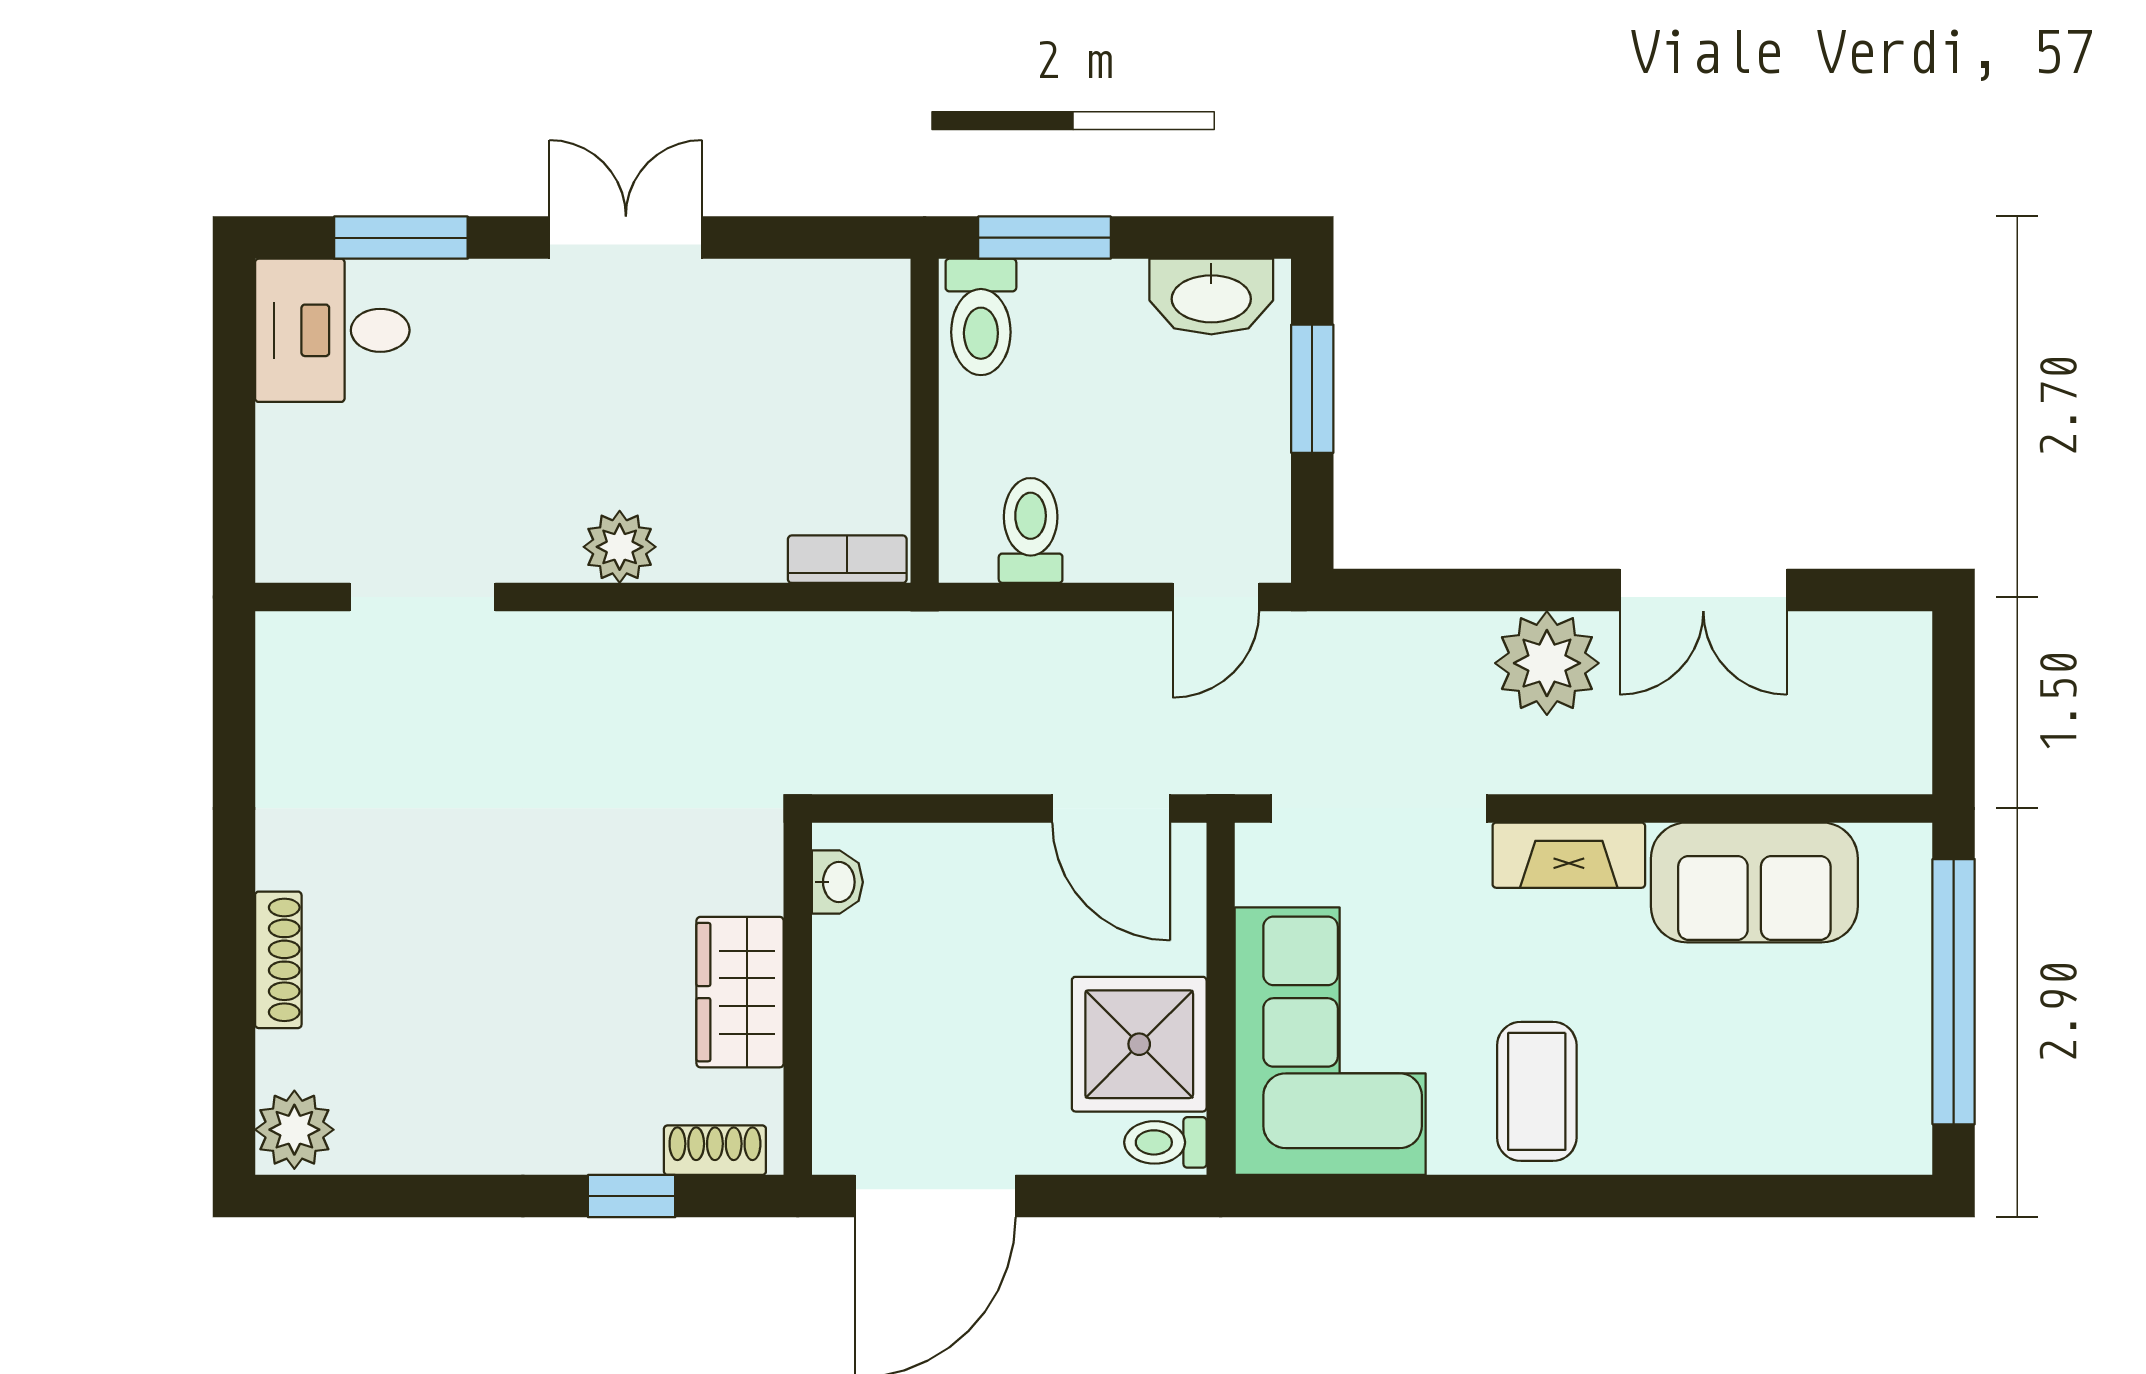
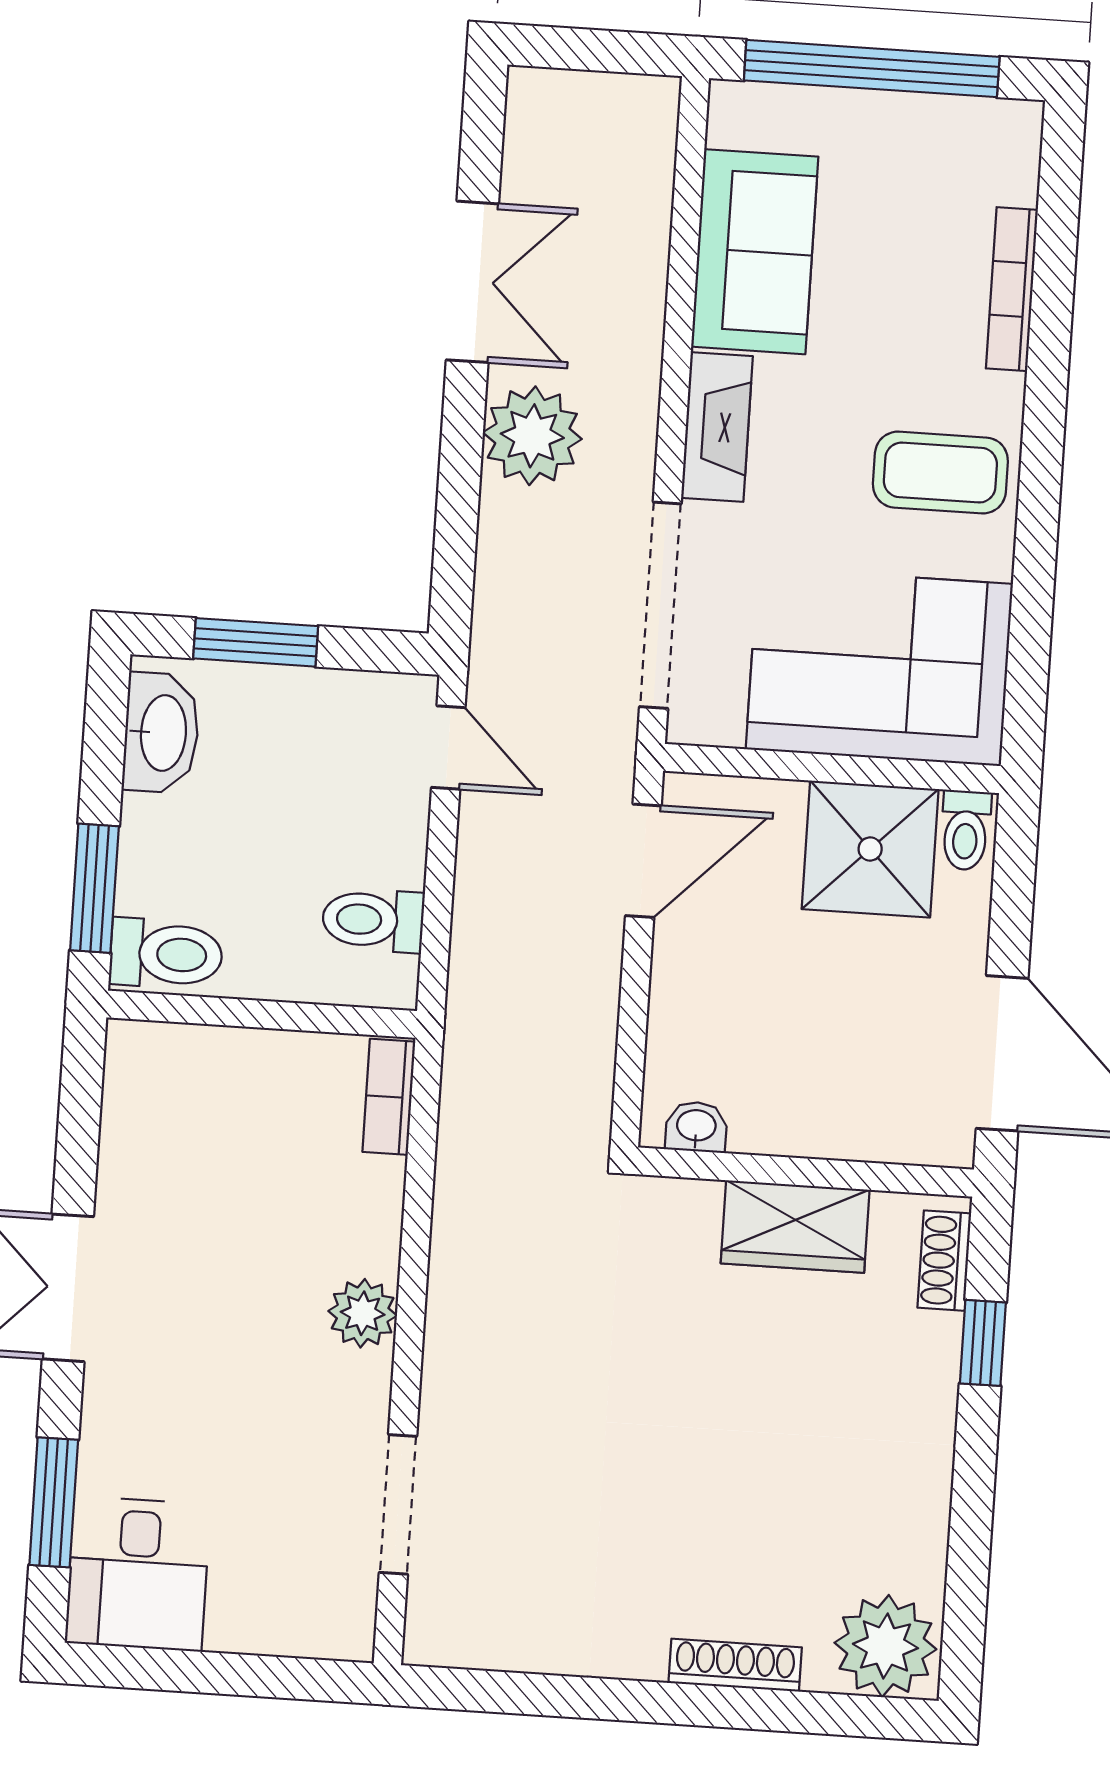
plant: (294, 1130) -> (885, 1646), width x1.36, depth x1.36
bookcase: (1733, 1153) -> (1012, 289), added

